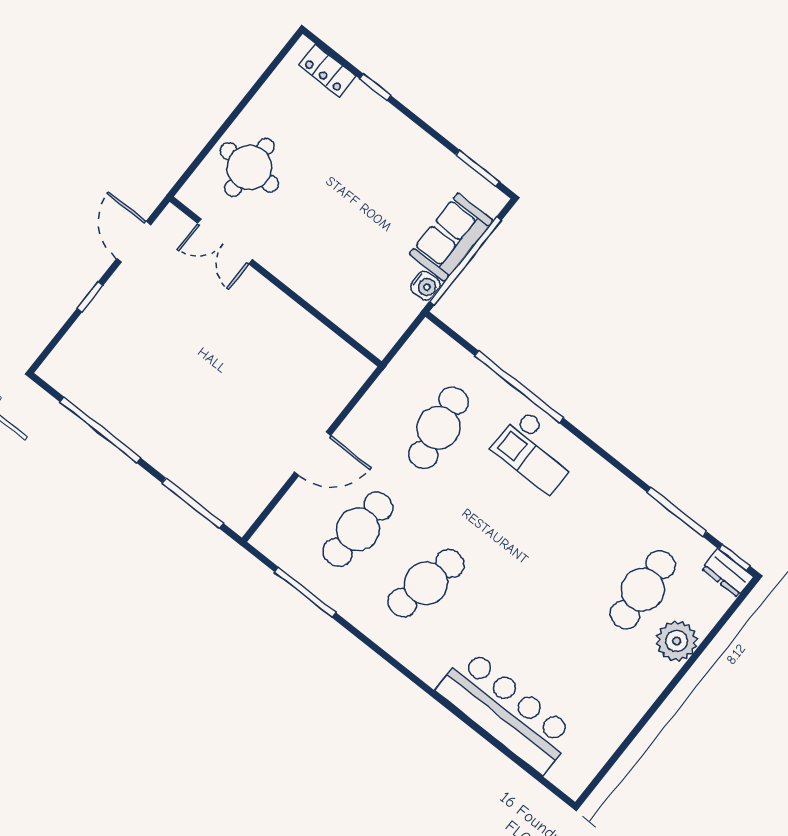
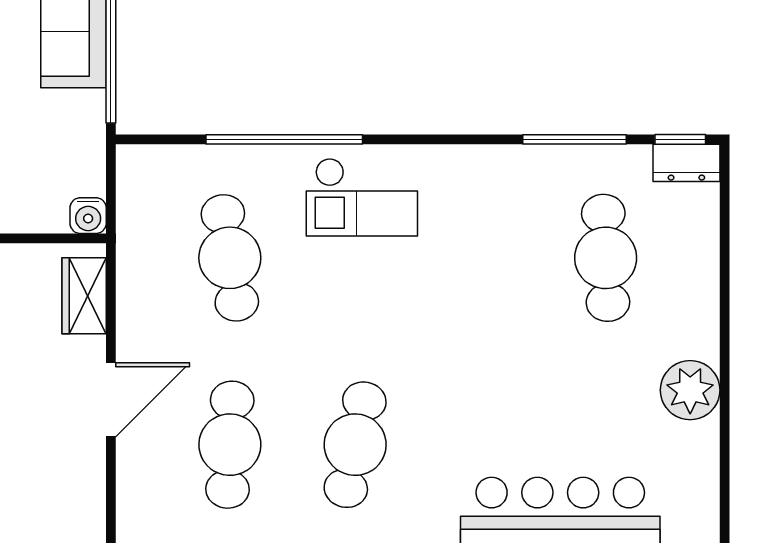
water cooler: (425, 286) -> (88, 216), moved, turned 90
wardrobe: (343, 386) -> (84, 296), added
plant: (677, 641) -> (690, 390), moved

